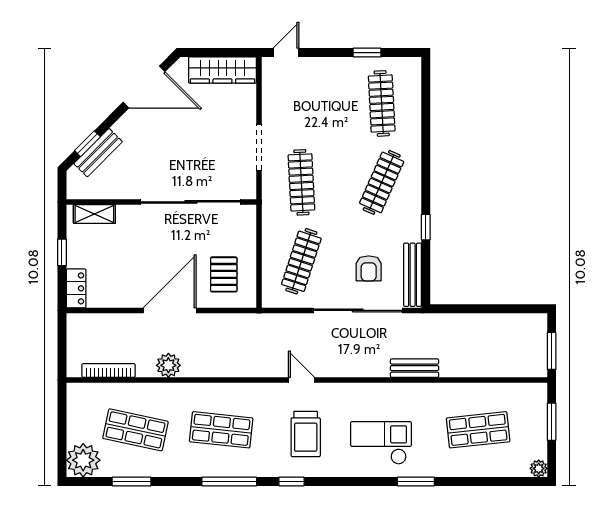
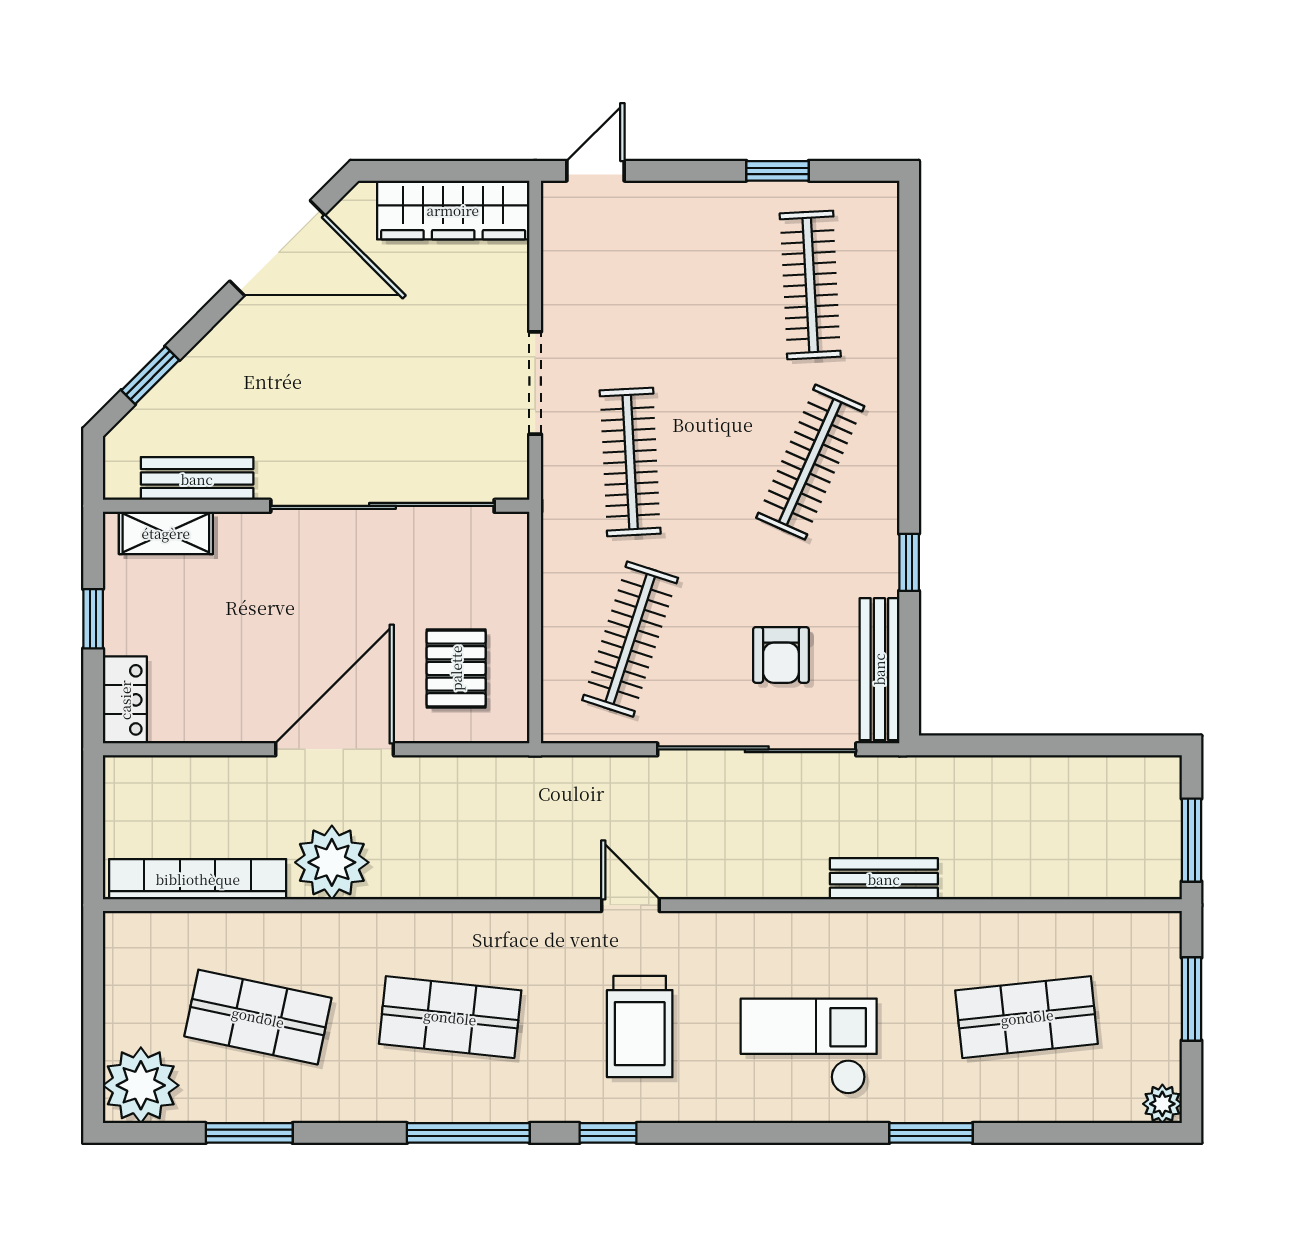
bench: (98, 153) -> (197, 479), moved, turned 45
plant: (168, 365) -> (332, 862), width x1.36, depth x1.36
bookcase: (109, 370) -> (198, 879), width x1.48, depth x1.31
window: (416, 482) -> (931, 1133), moved

